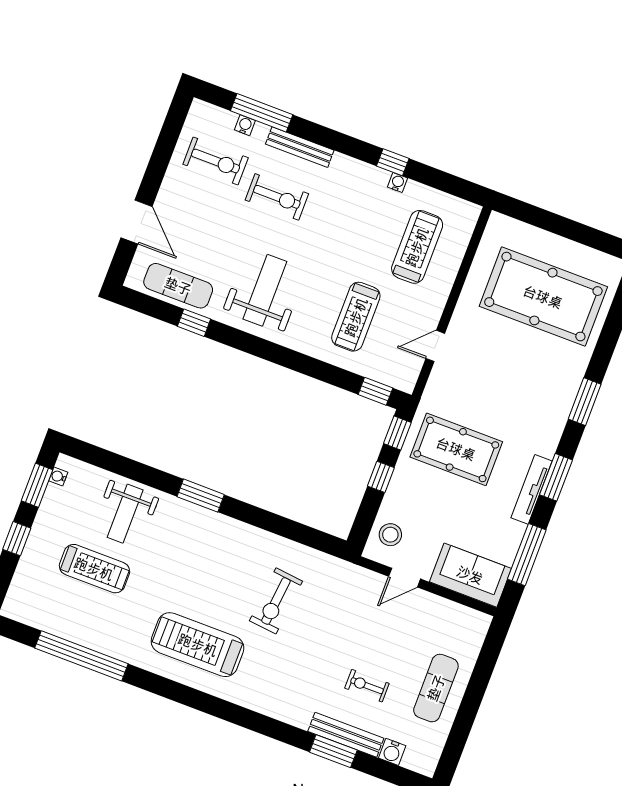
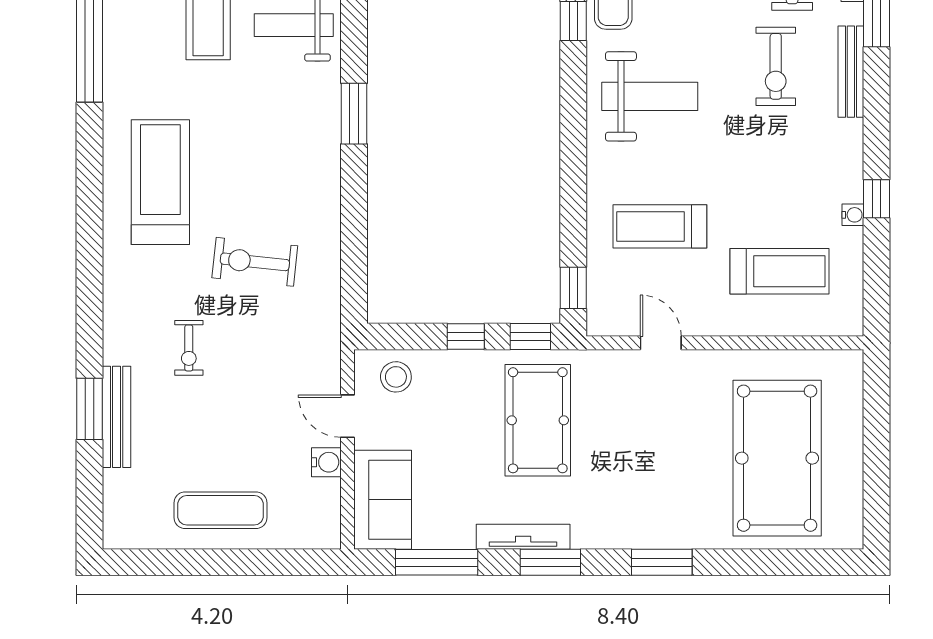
exercise bike: (367, 686) -> (189, 348), moved, turned 180
water cooler: (392, 752) -> (326, 462), moved, turned 180

